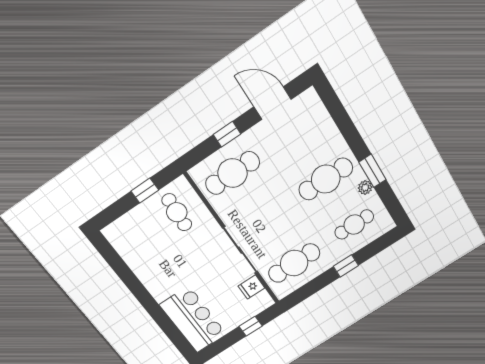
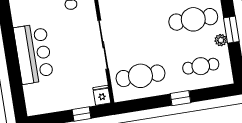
fridge: (251, 287) -> (102, 95), moved, turned 90
bar counter: (193, 319) -> (34, 54), moved

